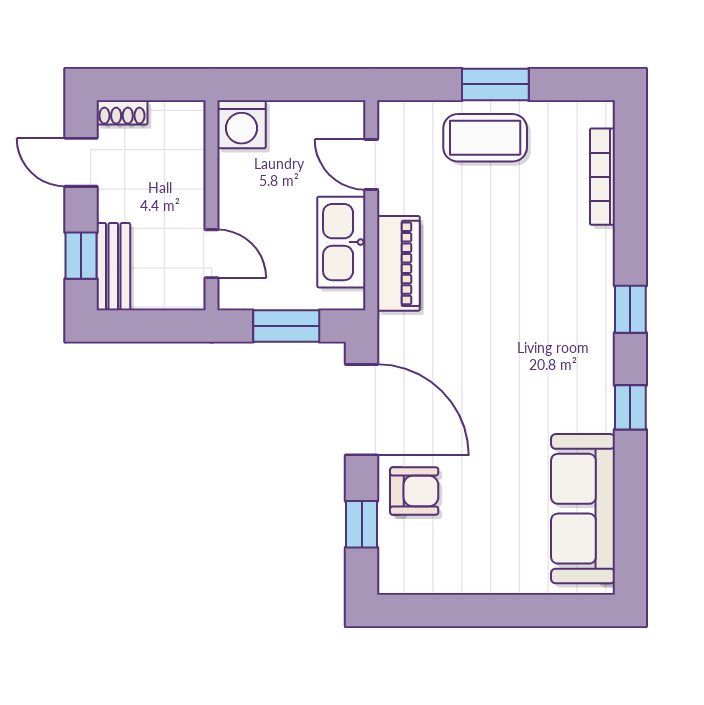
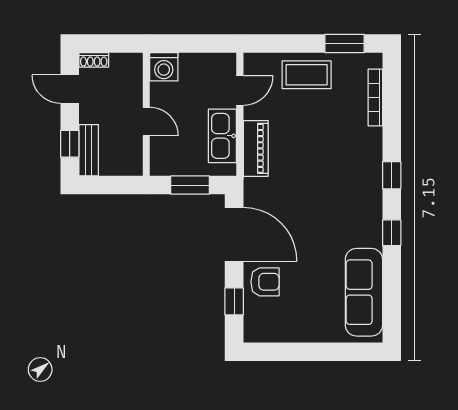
window: (495, 84) -> (345, 43), moved
door: (371, 165) -> (240, 90), swing flipped
door: (212, 254) -> (146, 122), moved

